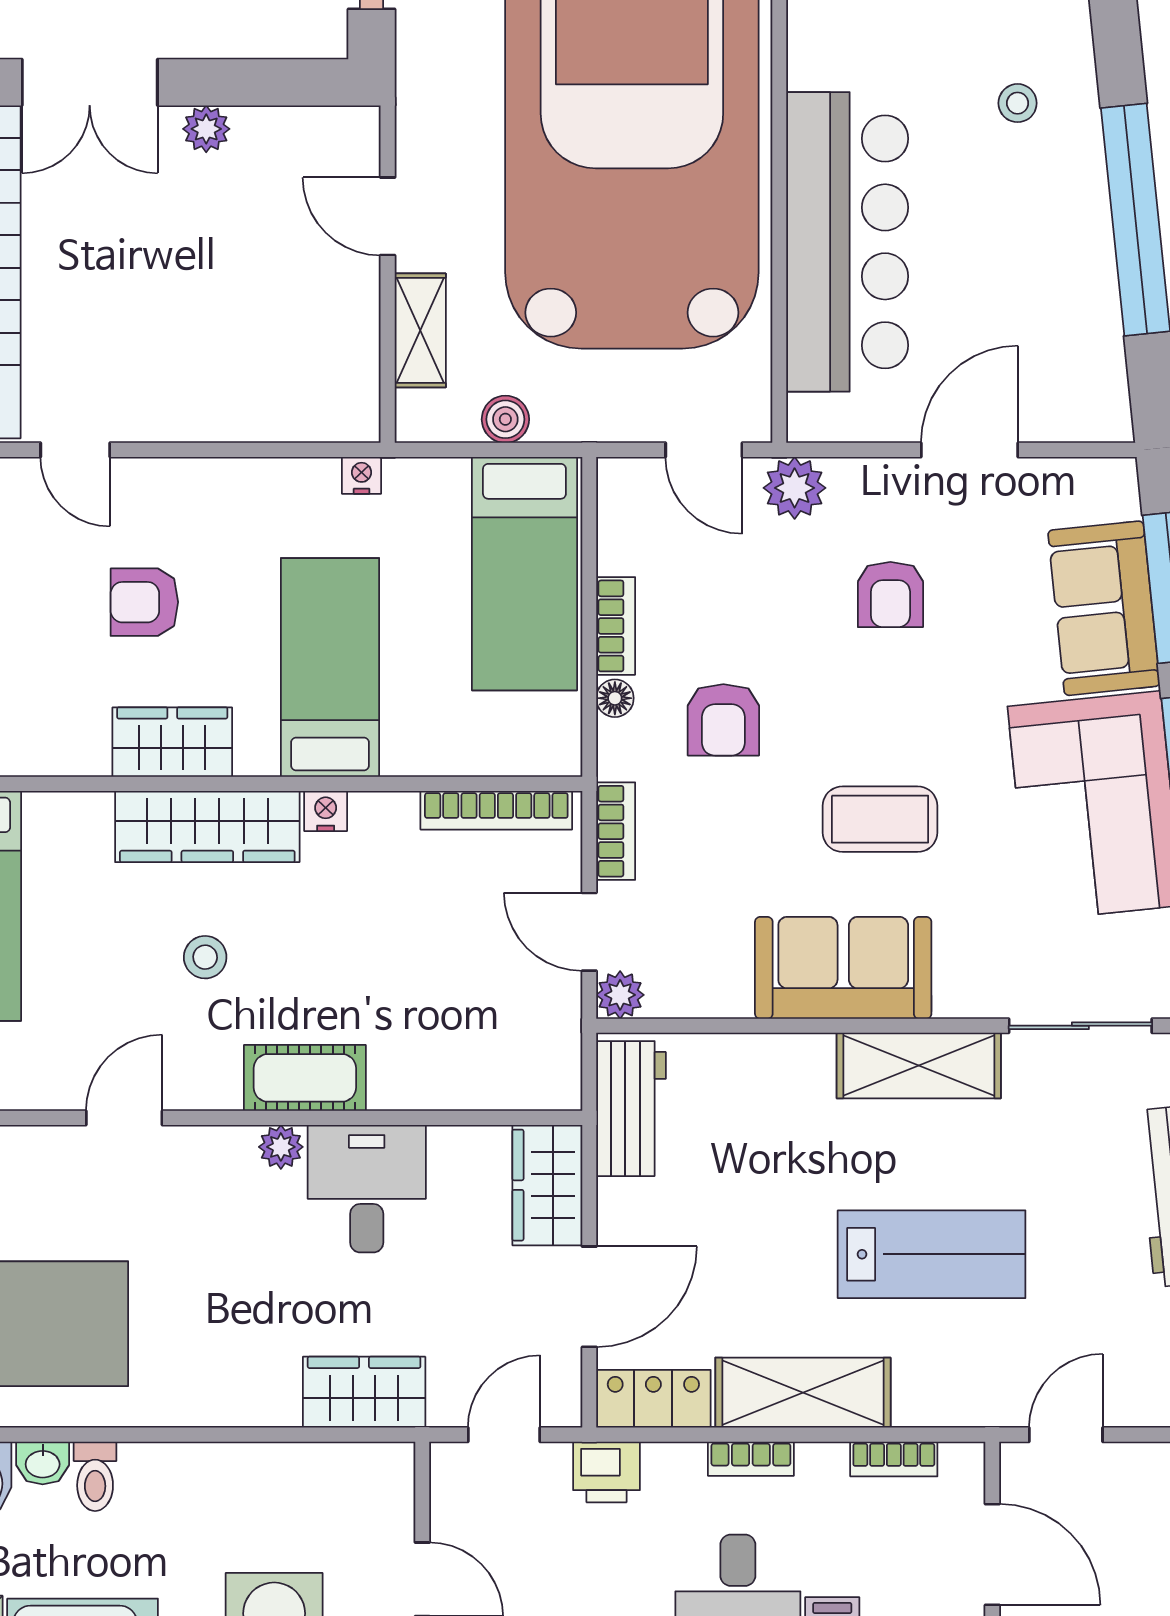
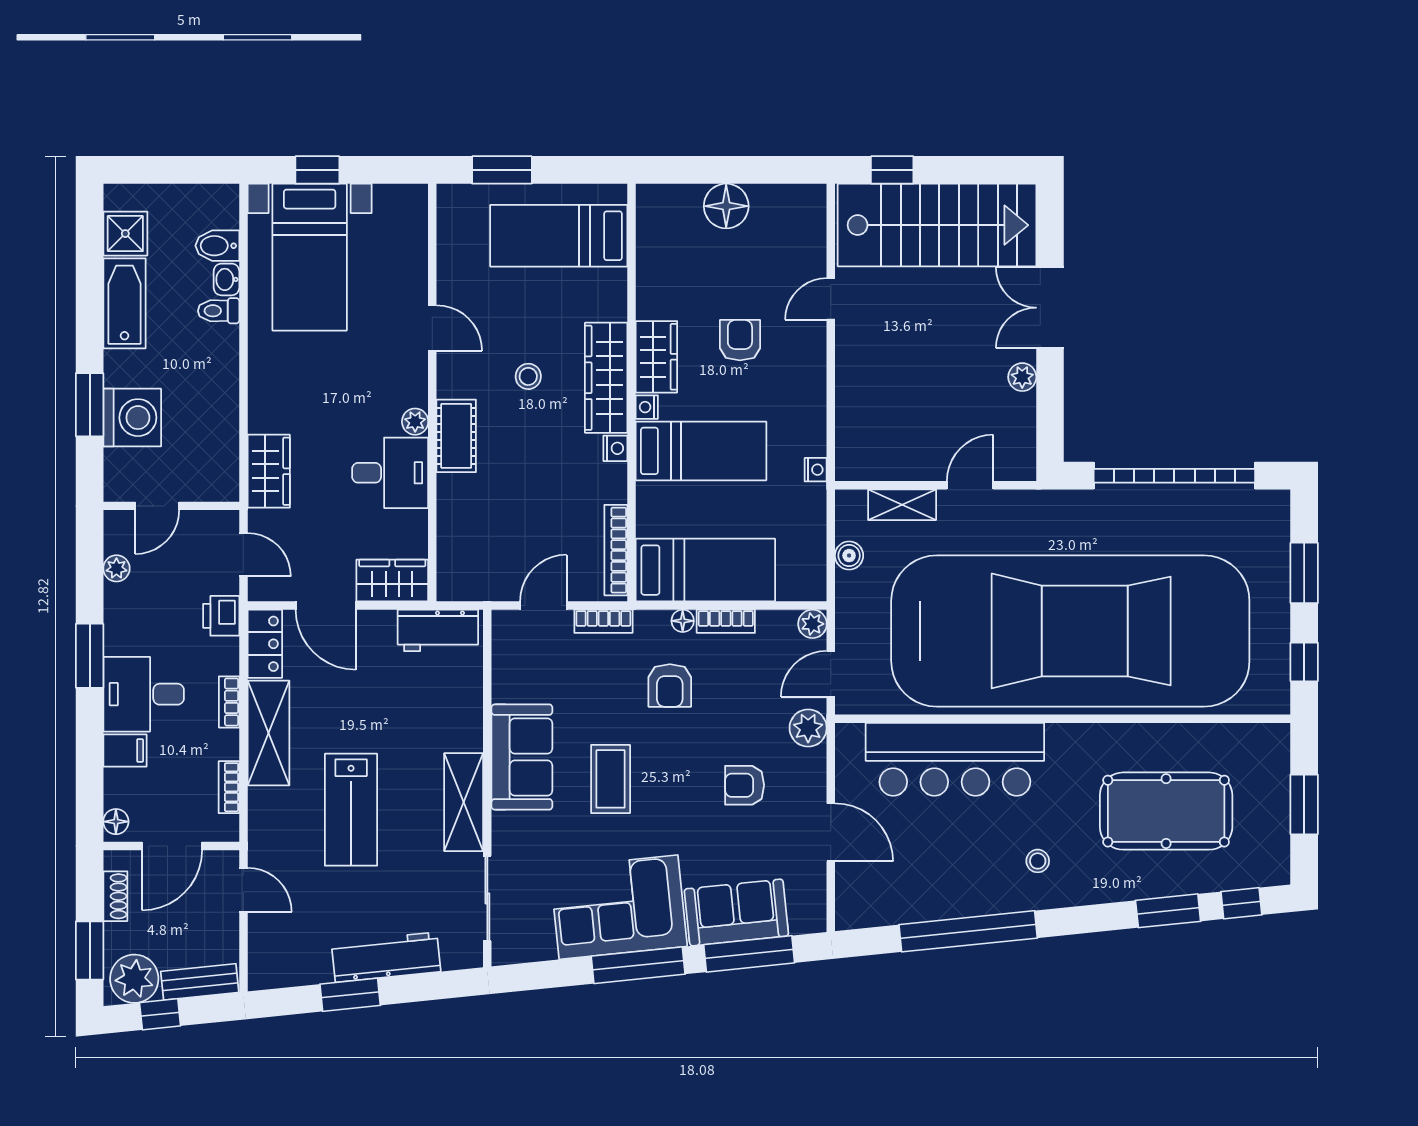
bed: (524, 574) -> (705, 570), moved, turned 180
armchair: (723, 720) -> (670, 686), turned -90
nightstand: (256, 758) -> (647, 407), added
plant: (620, 995) -> (812, 624), moved

